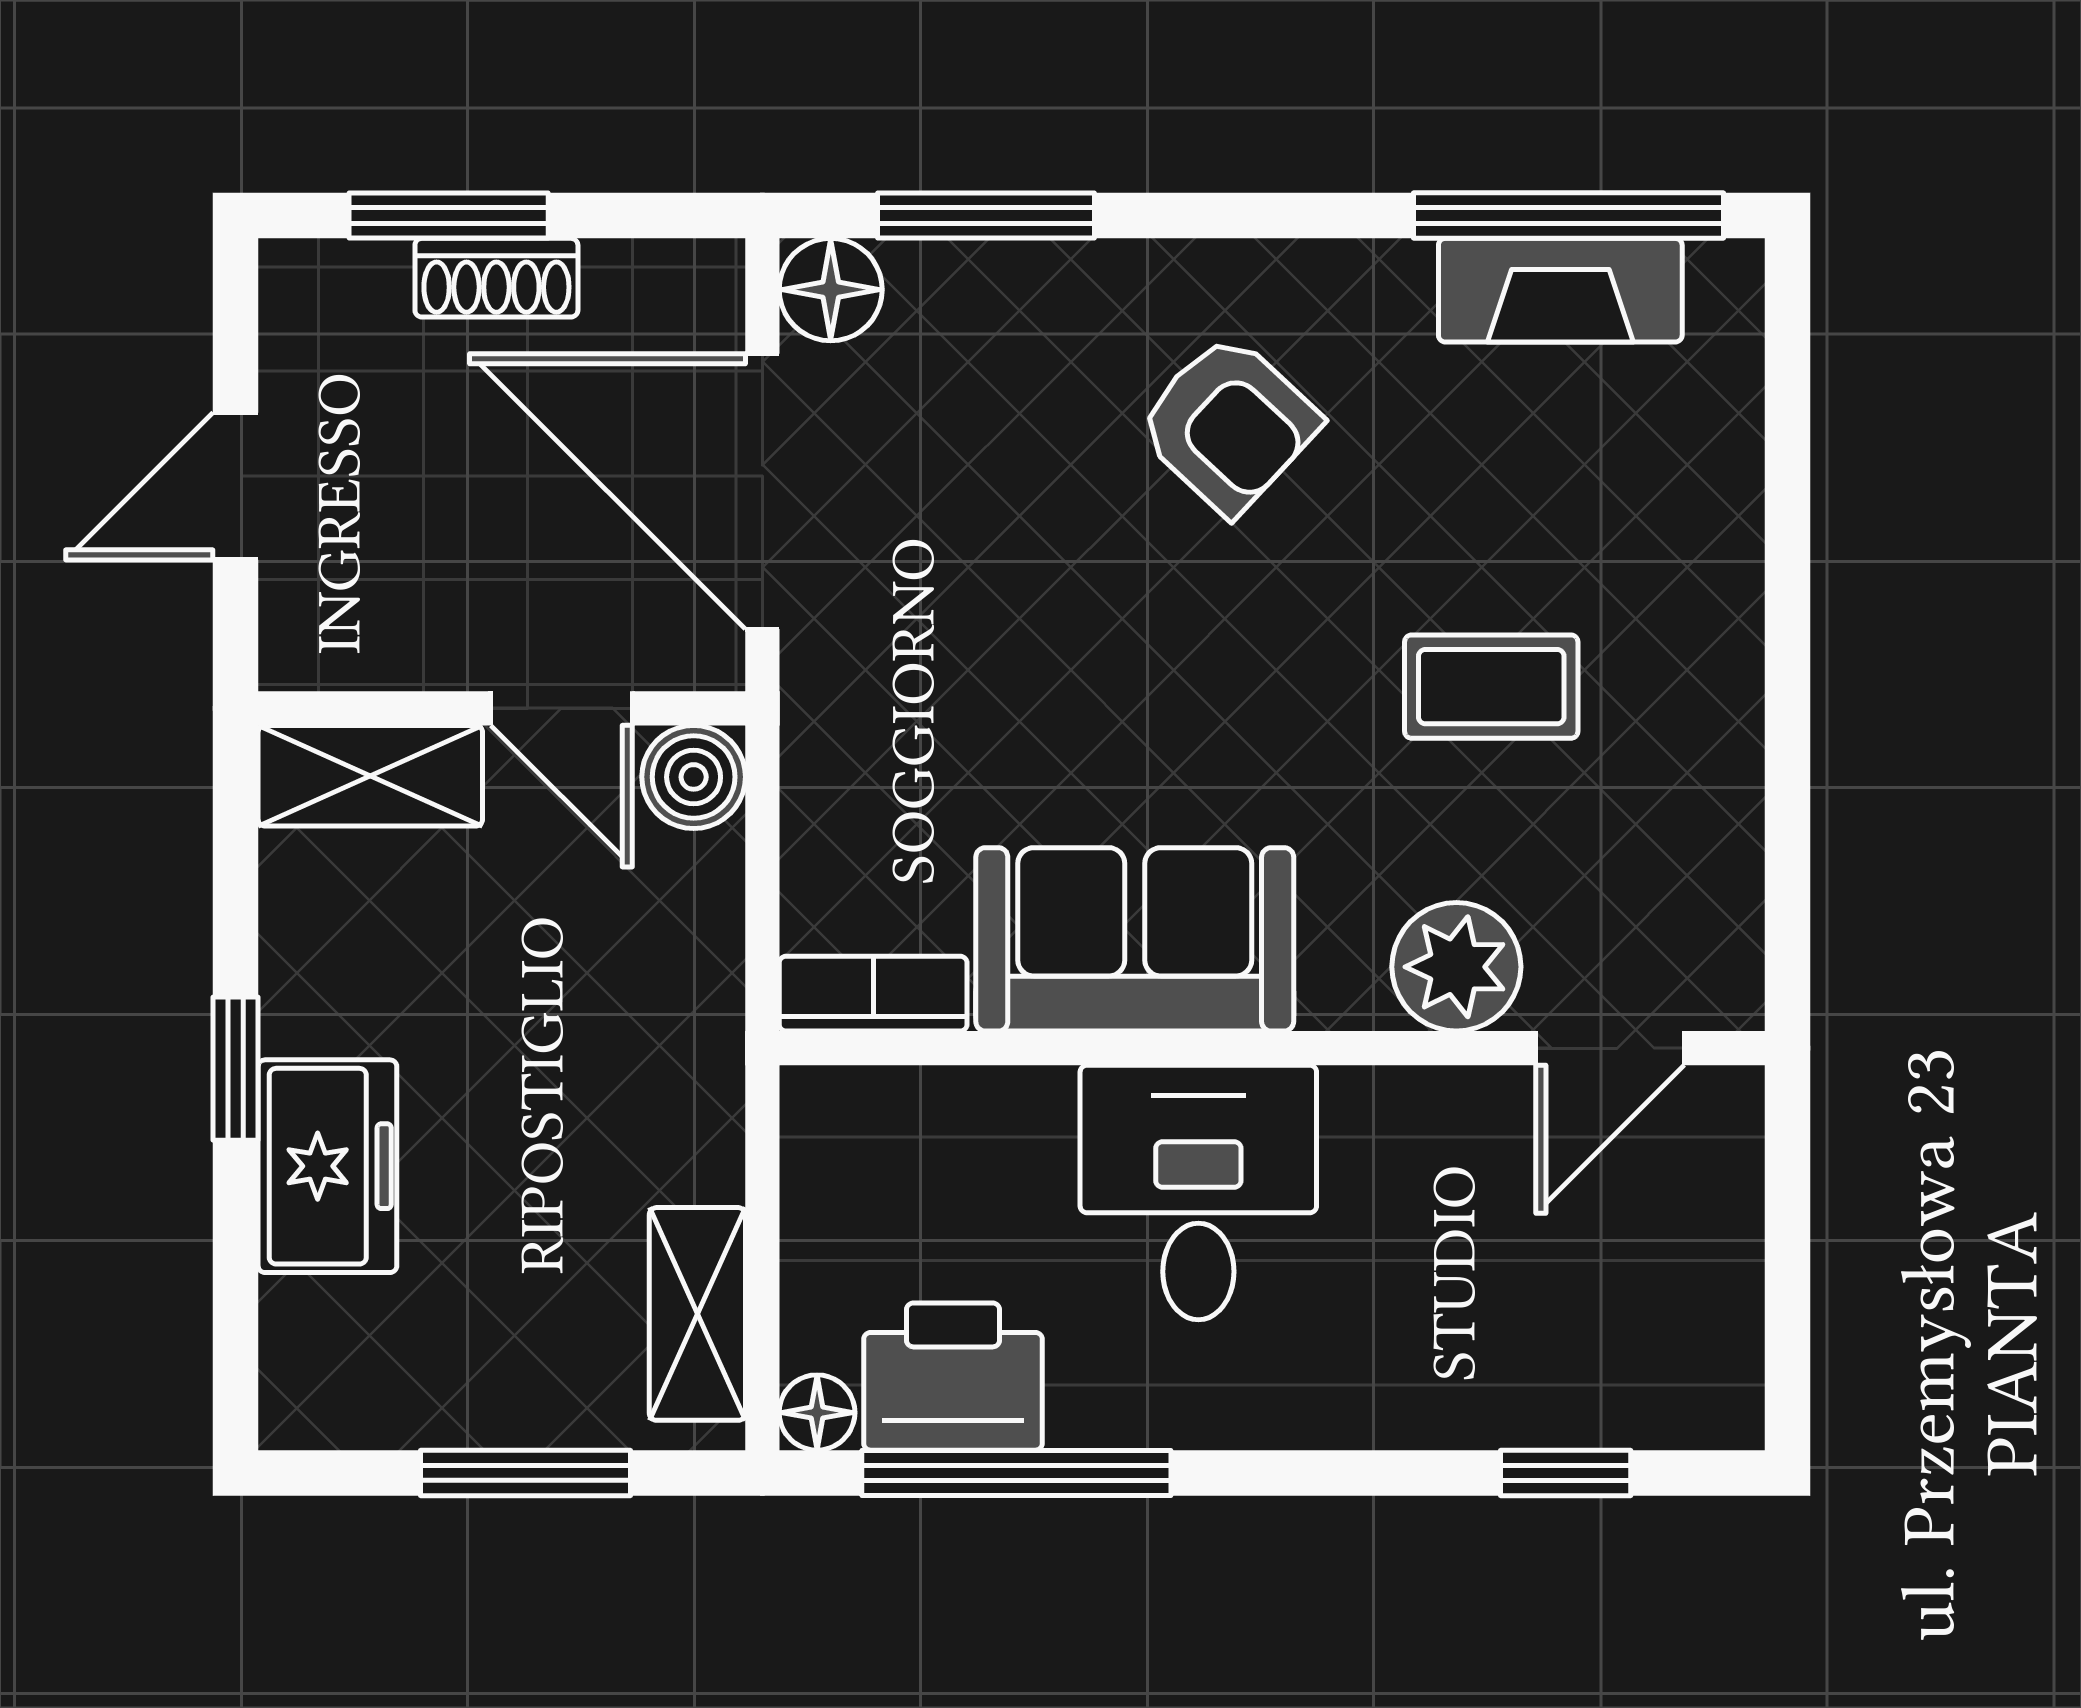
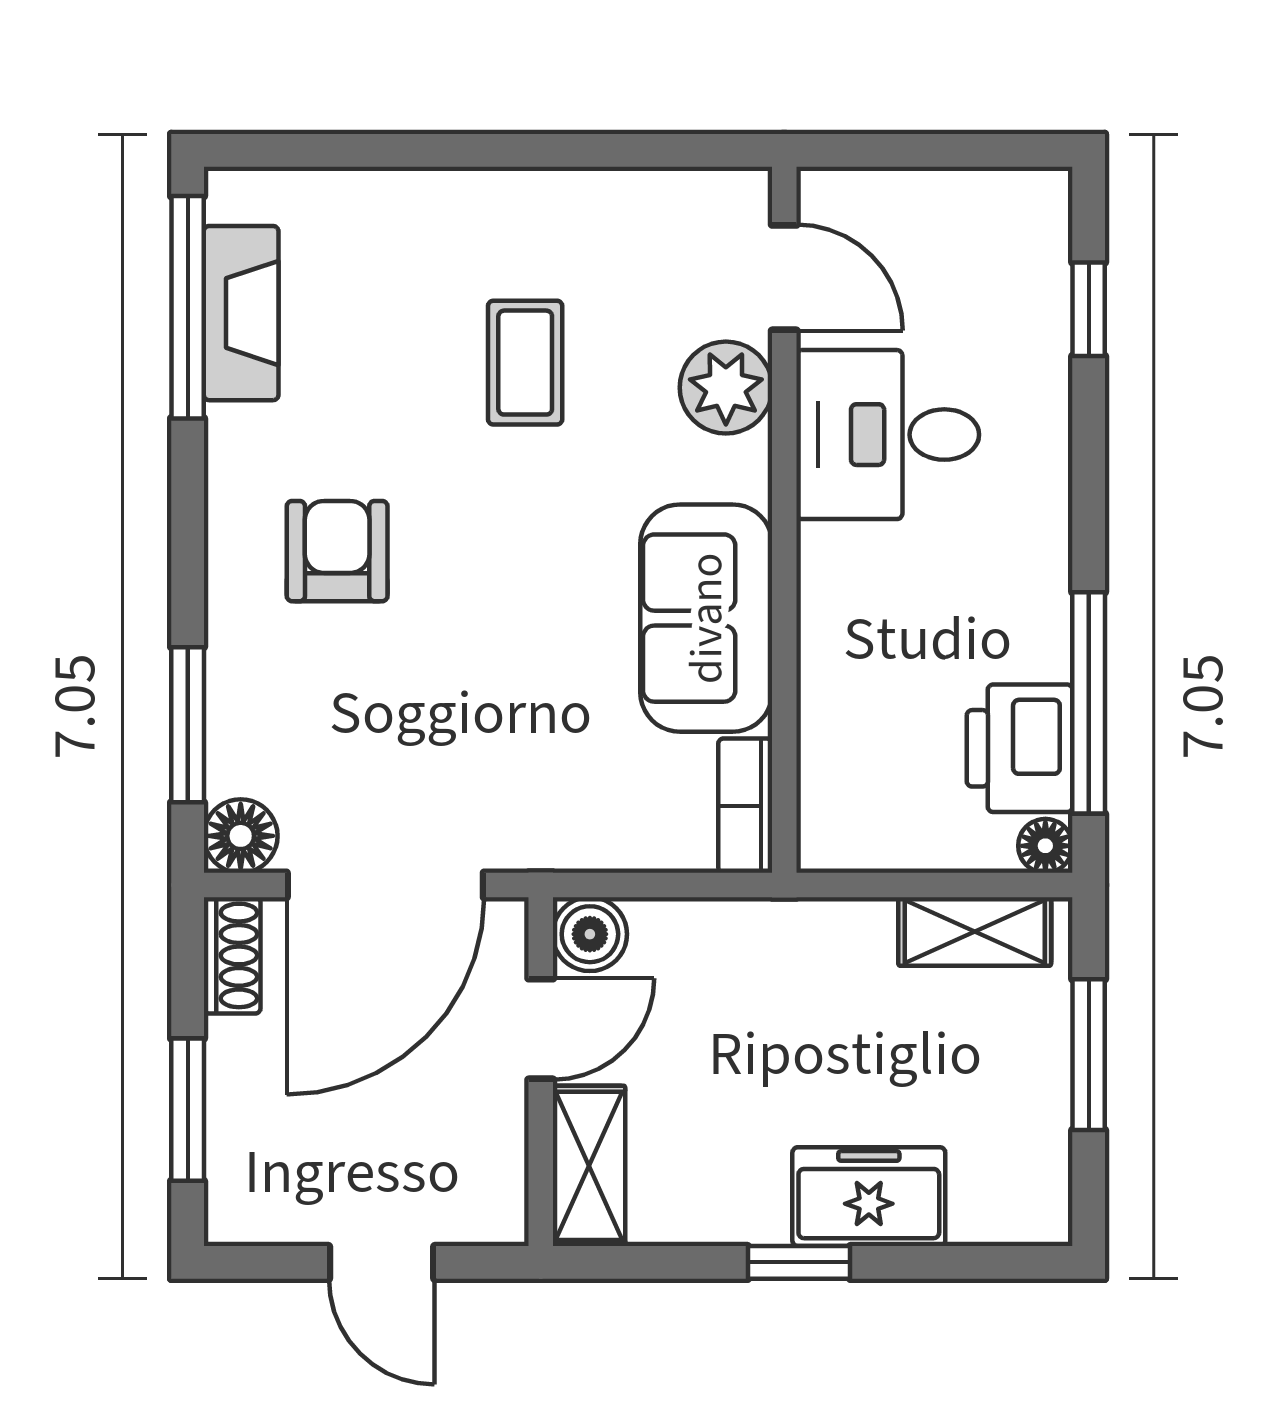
shoe rack: (496, 278) -> (232, 955), moved
armchair: (1228, 424) -> (337, 551), turned -43
desk: (1198, 1193) -> (888, 435), moved

